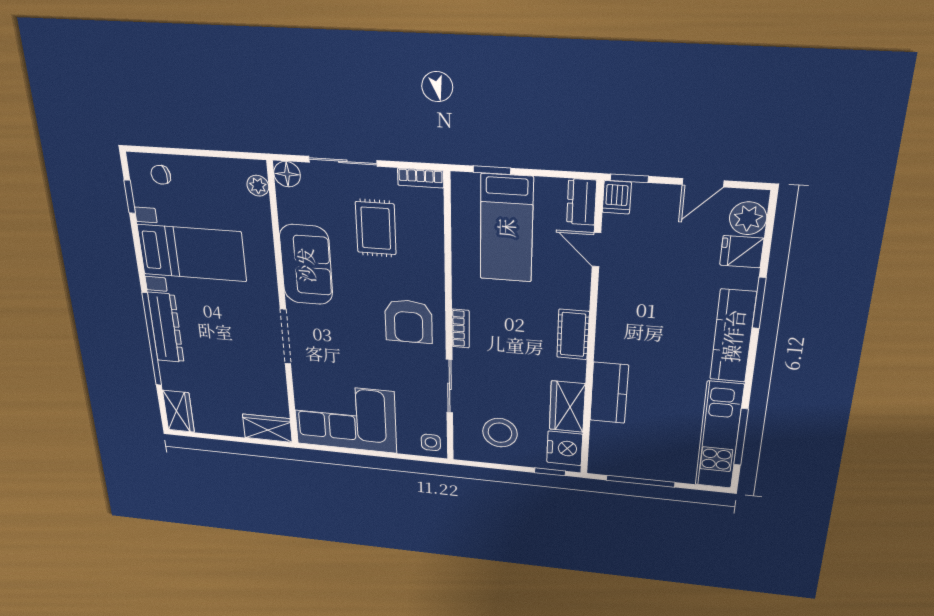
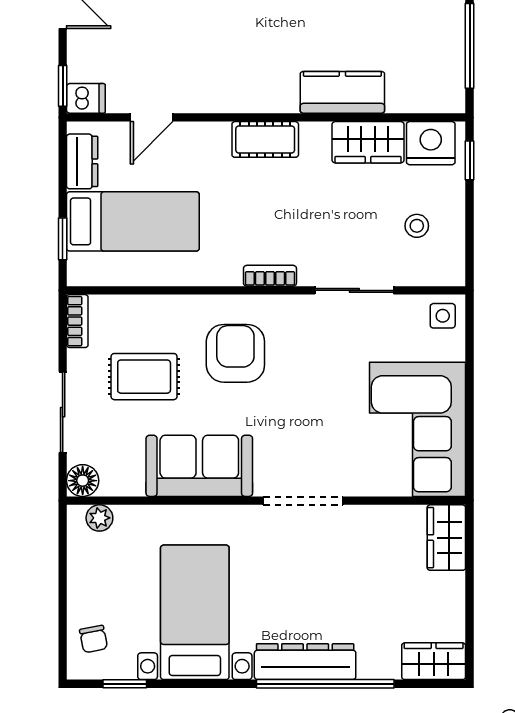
dresser: (582, 202) -> (82, 161), moved, turned -90
armchair: (409, 321) -> (235, 353), moved, turned -90
stool: (500, 433) -> (417, 226), width x0.53, depth x0.53

